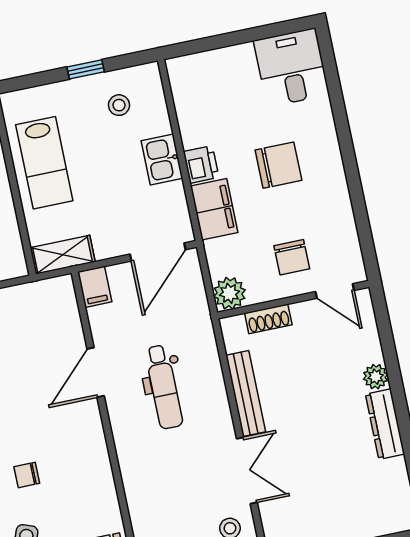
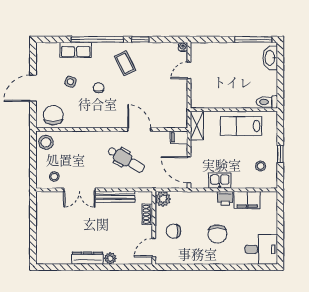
kitchen sink: (162, 159) -> (220, 181), moved
filing cabinet: (214, 209) -> (247, 200), moved
dental chair: (164, 387) -> (126, 160), turned -150

